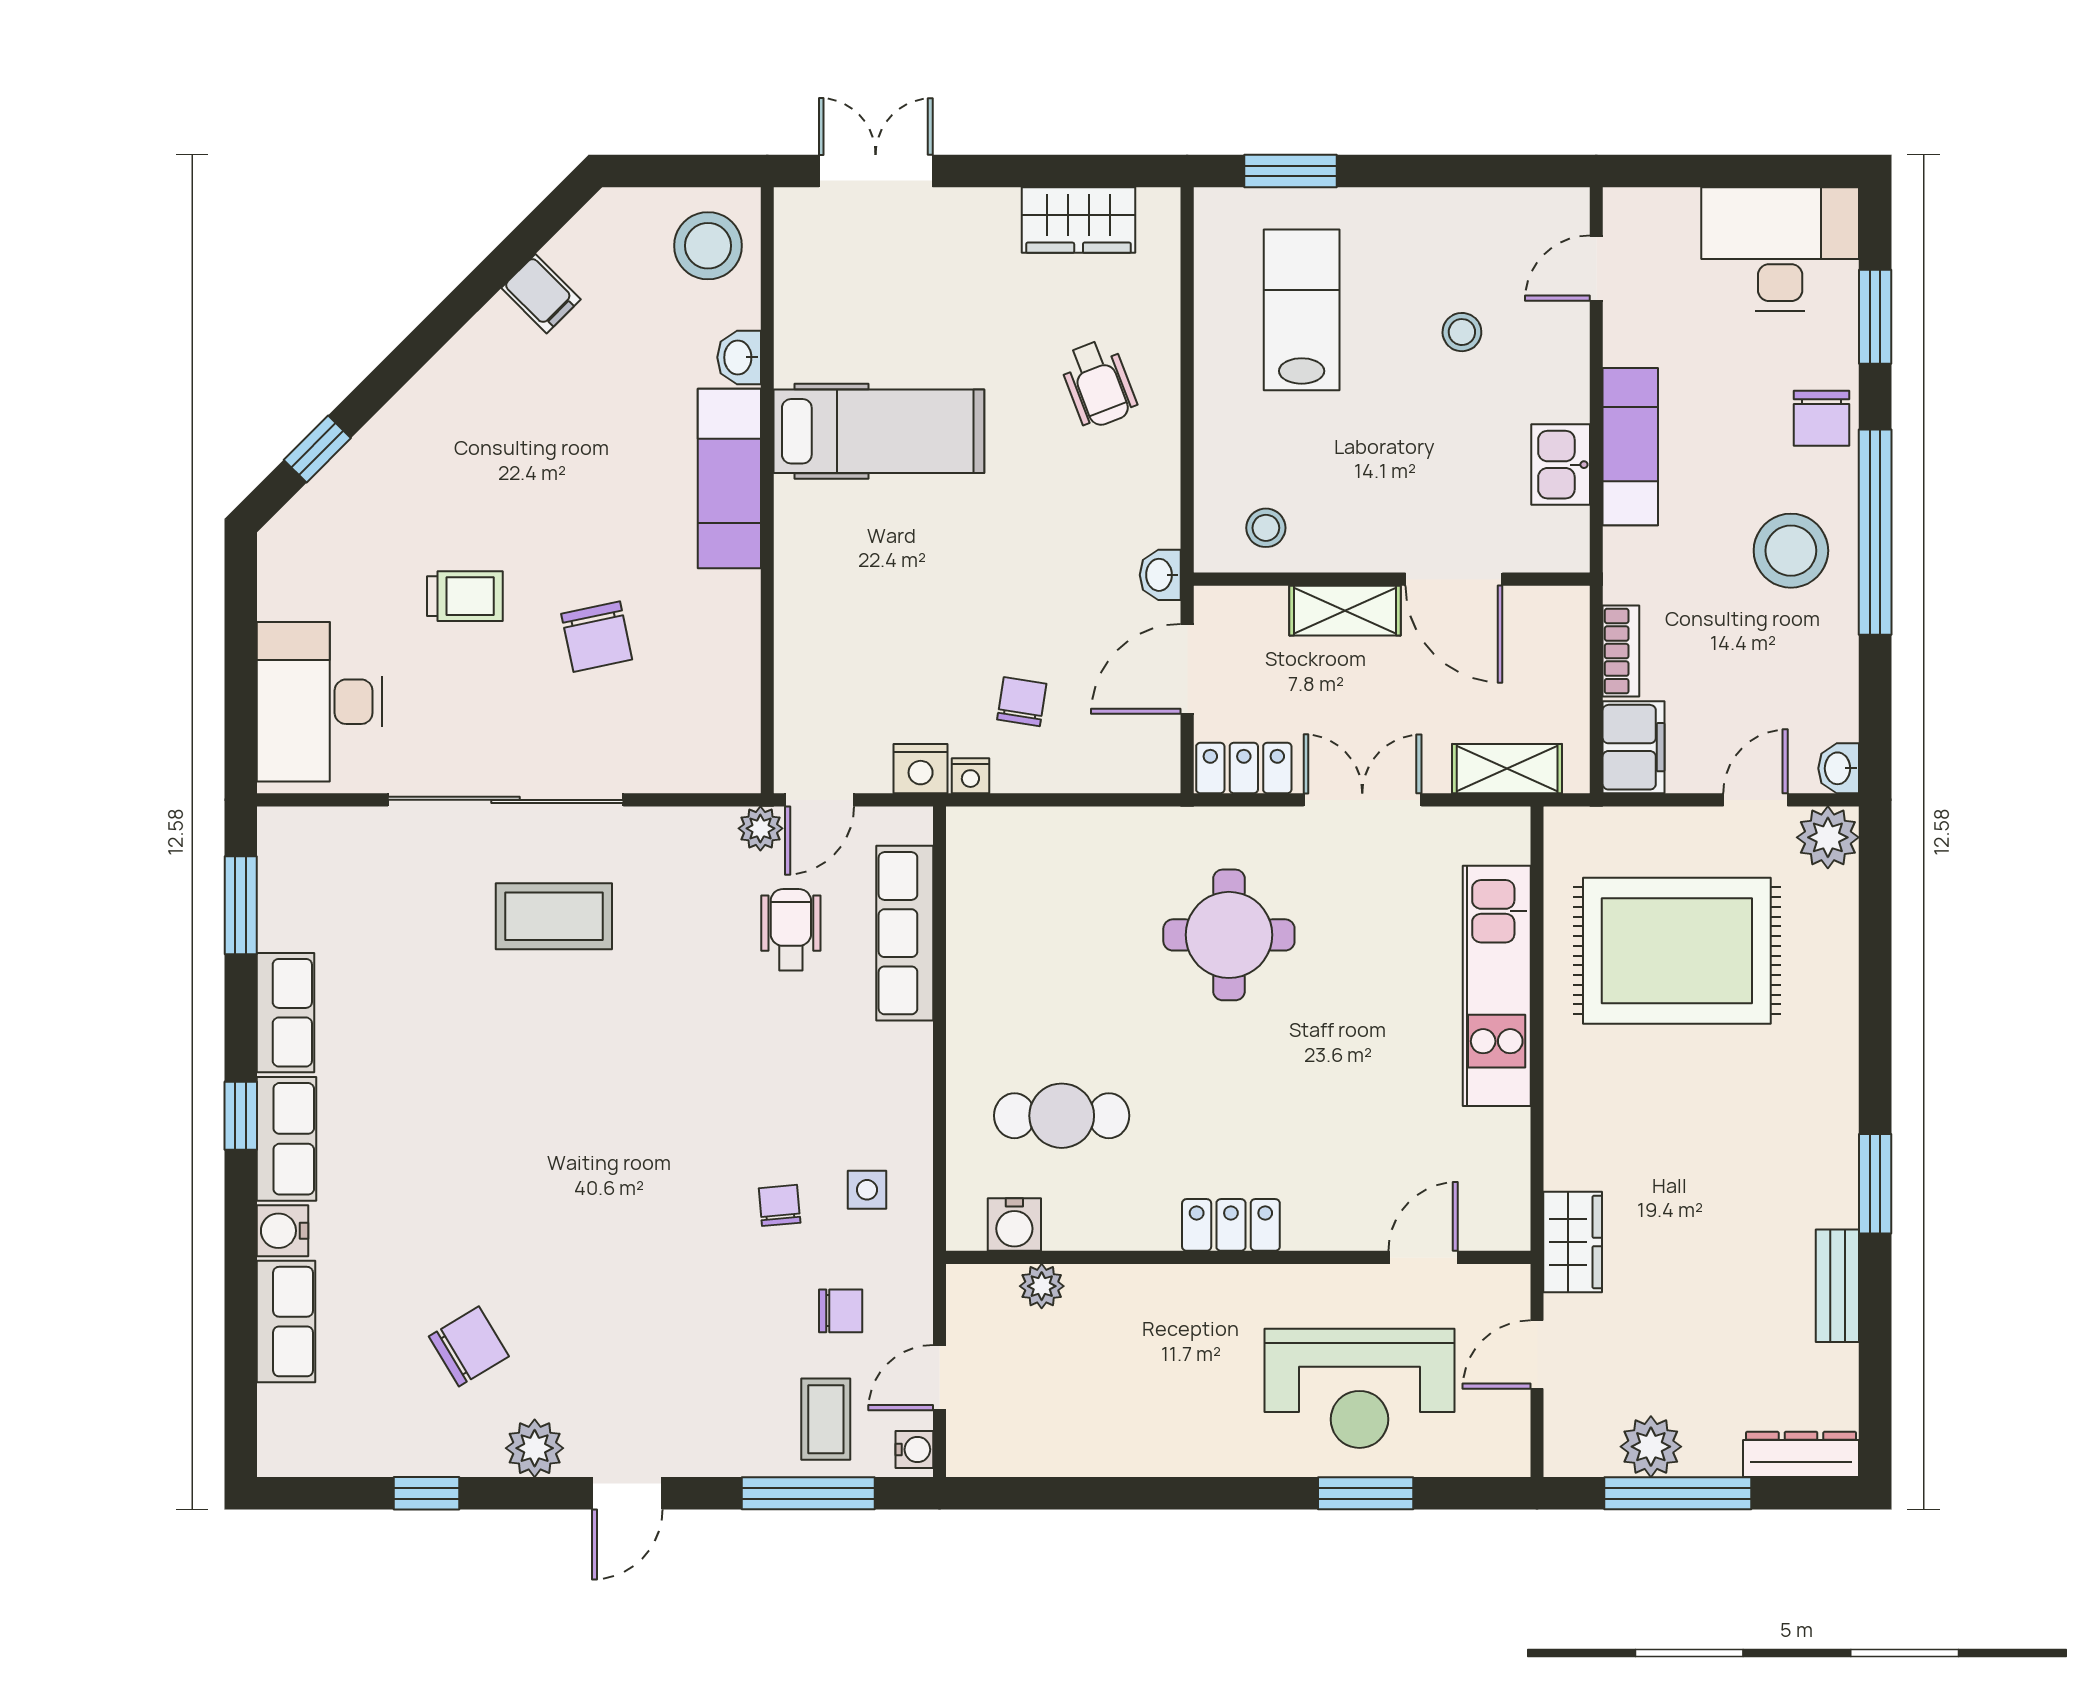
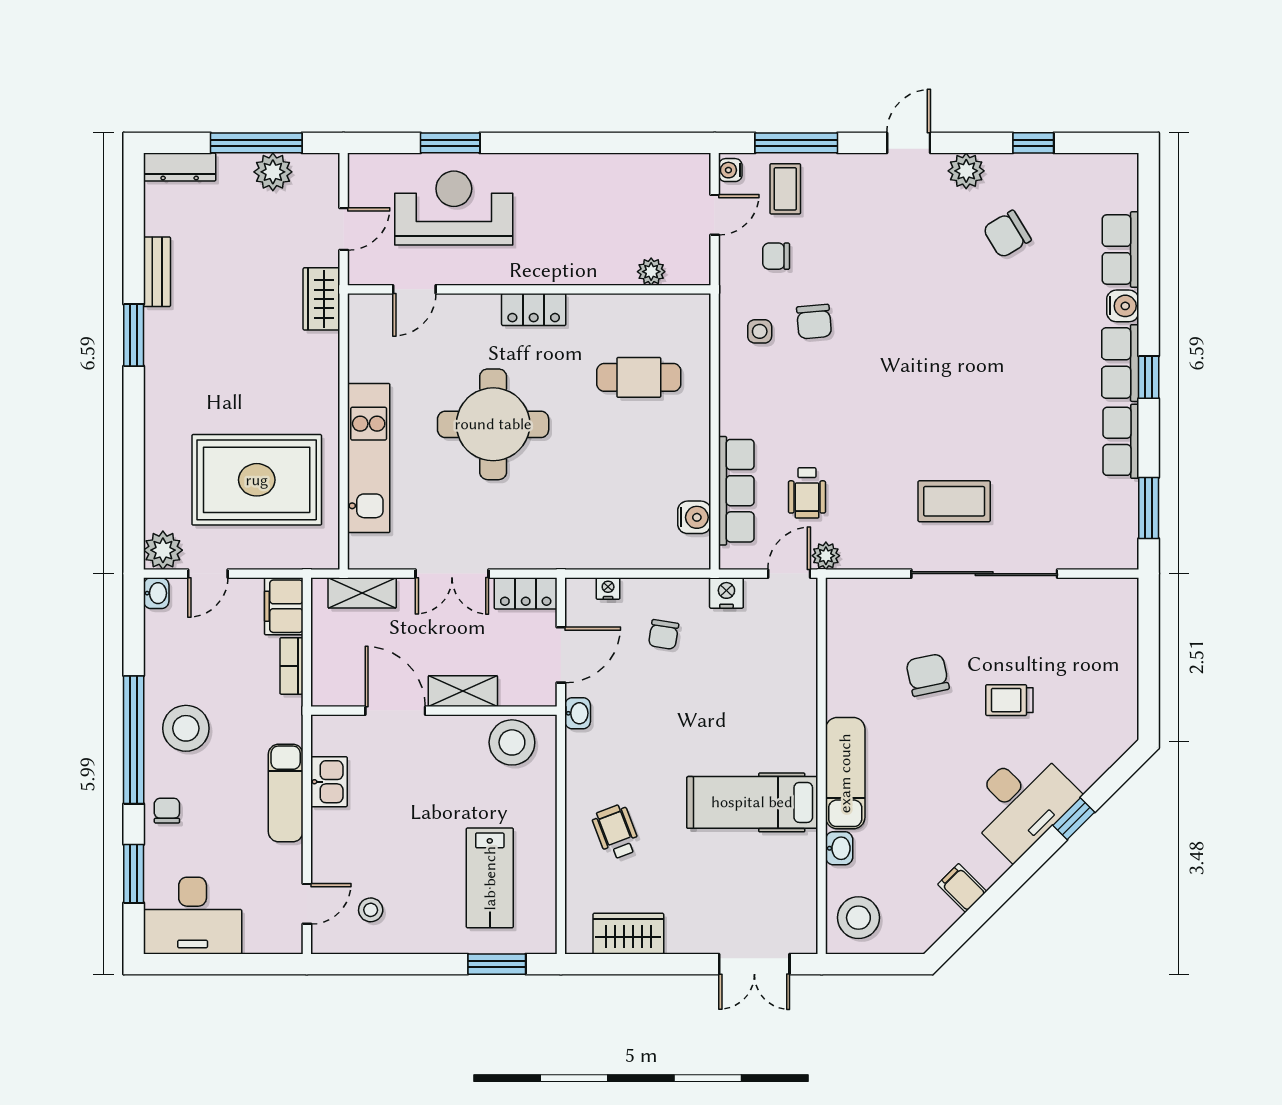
stool: (1462, 332) -> (371, 910), moved
chair: (1821, 418) -> (167, 811), width x0.73, depth x0.73
window: (317, 449) -> (1074, 819), moved
stool: (1266, 528) -> (512, 742), width x1.89, depth x1.89
desk: (320, 702) -> (1021, 802), moved, turned 45
nightstand: (970, 776) -> (608, 589), moved
round table: (1229, 935) -> (493, 424), moved, width x1.36, depth x1.36
chair: (780, 1205) -> (814, 322), width x1.37, depth x1.37
water cooler: (1014, 1225) -> (694, 517), moved, turned 90

